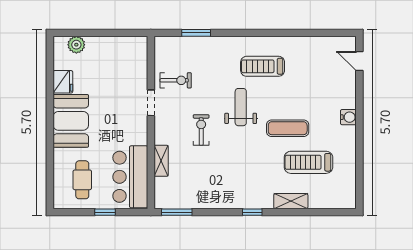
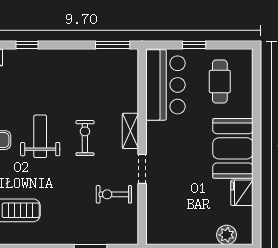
weight bench: (241, 107) -> (40, 136), moved, turned 180
exercise bike: (201, 130) -> (85, 138), turned 180
shelving: (161, 161) -> (130, 131), moved

